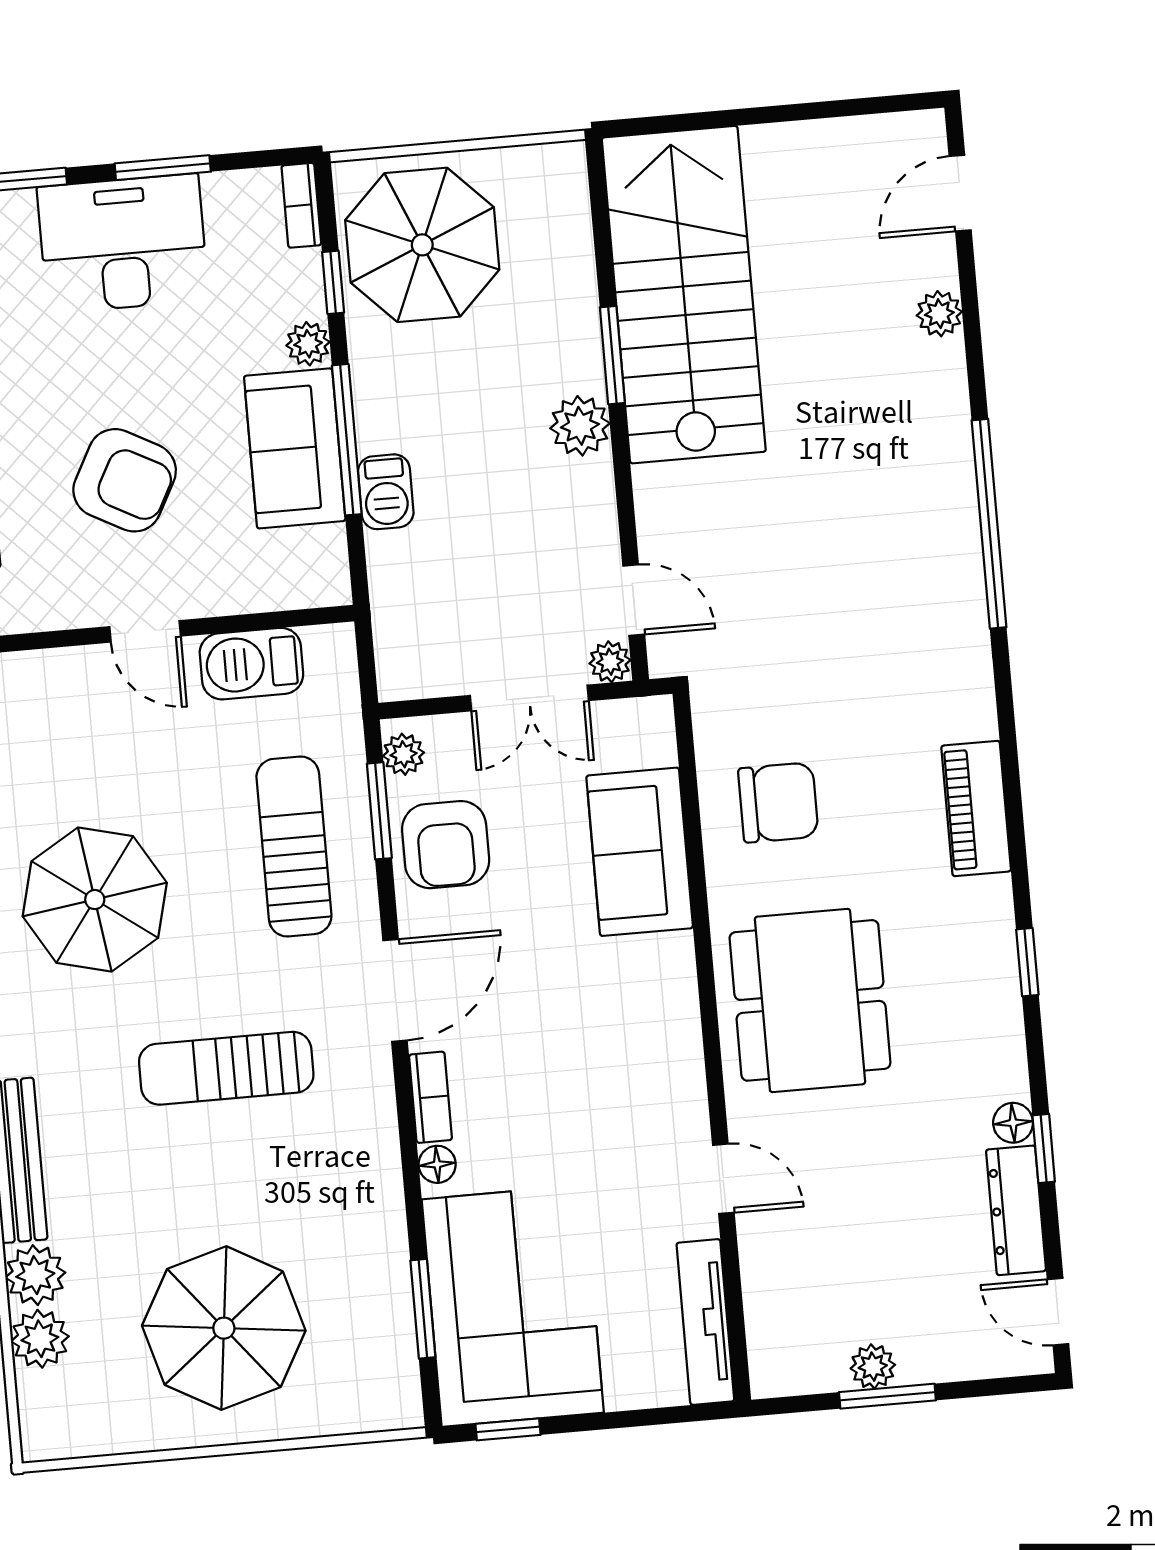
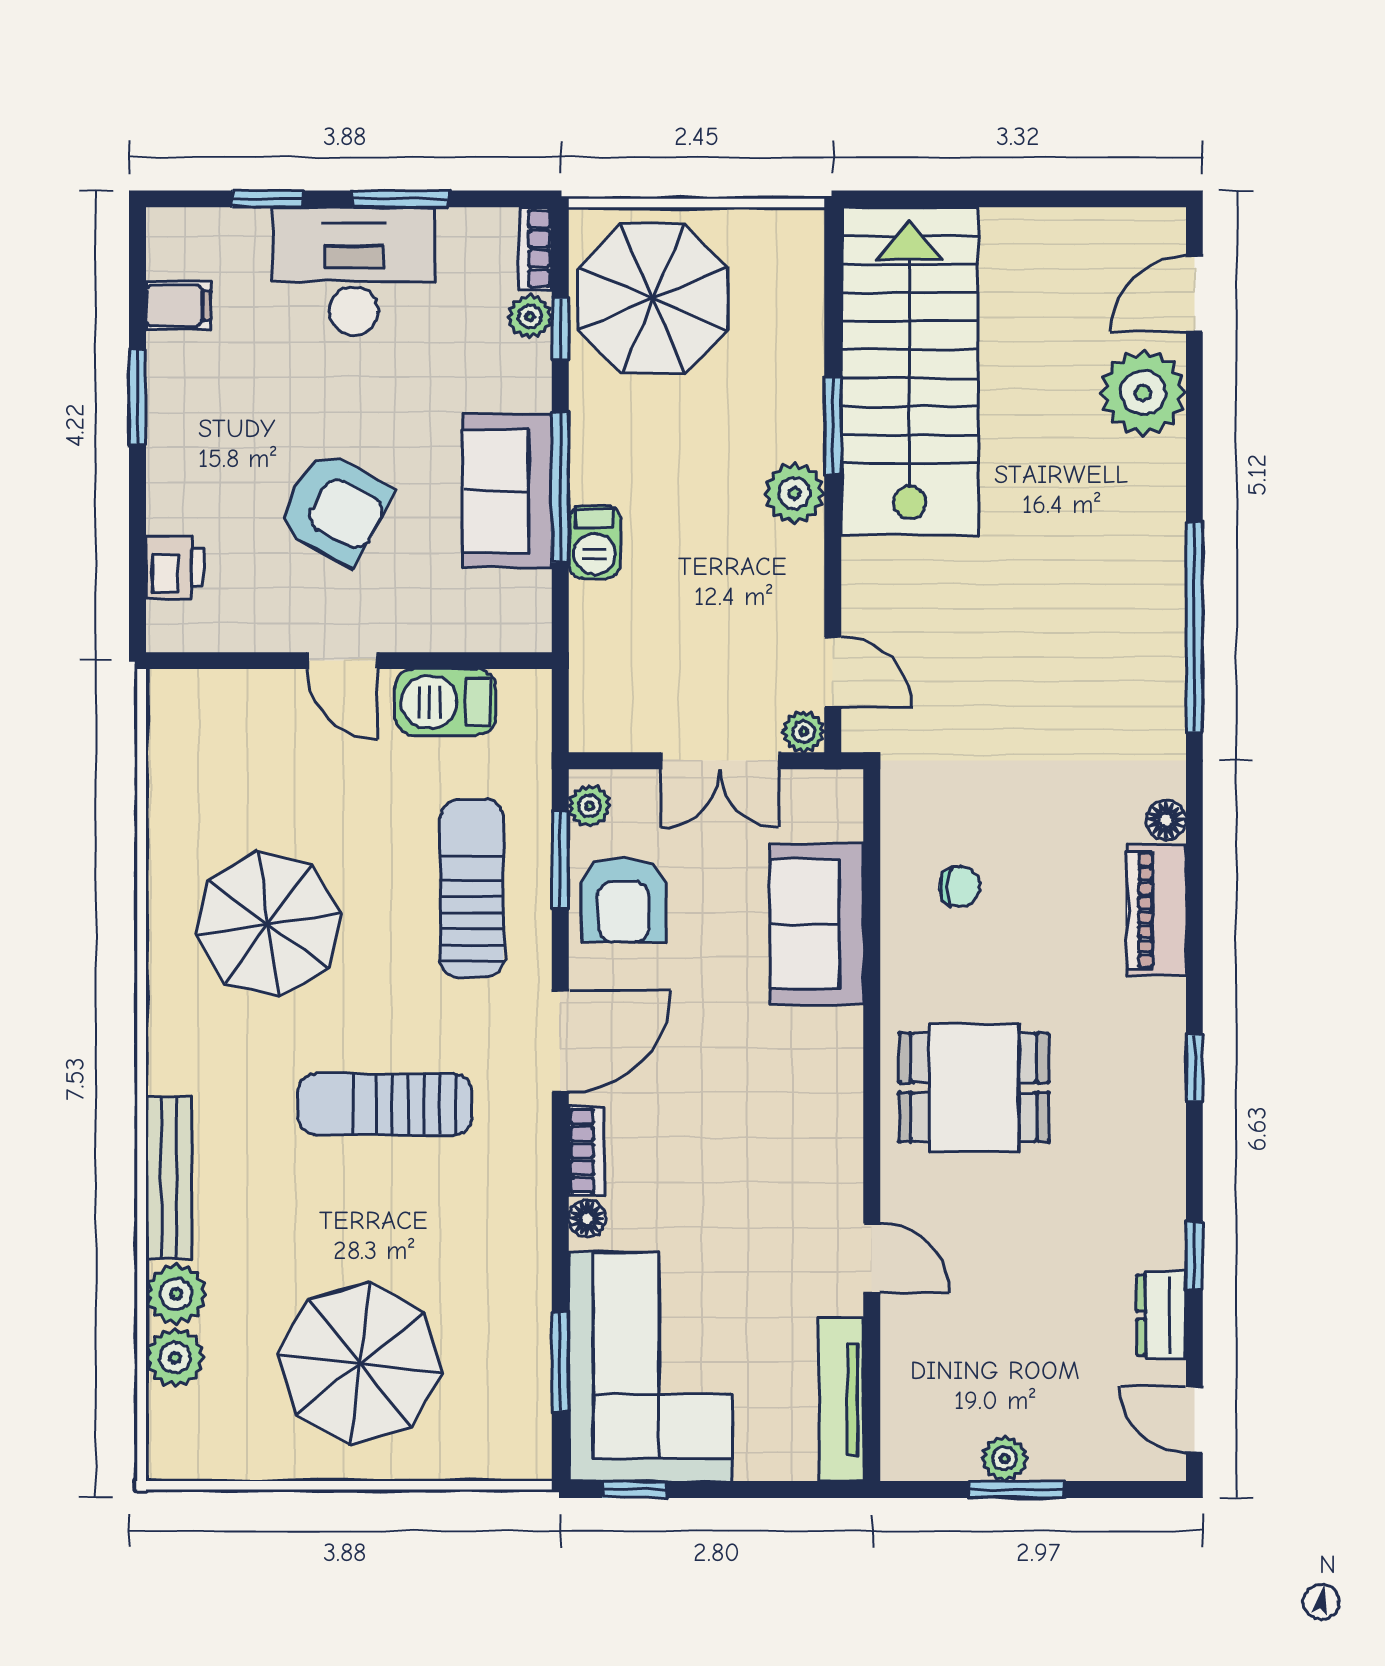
plant: (939, 314) -> (1143, 393), width x1.87, depth x1.87
plant: (308, 344) -> (530, 317), moved
chair: (778, 802) -> (960, 887), width x0.54, depth x0.54
dining table: (810, 1000) -> (974, 1087), width x0.73
floor lamp: (1013, 1123) -> (1166, 820), moved
dresser: (1016, 1210) -> (1161, 1315), width x0.70

